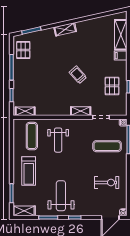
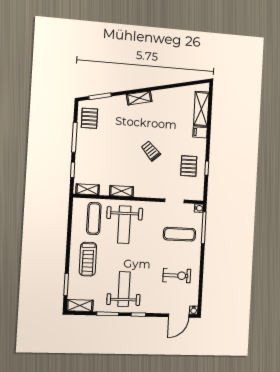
shelving: (81, 111) -> (122, 191), moved
weight bench: (58, 140) -> (124, 225), width x1.36, depth x1.33

